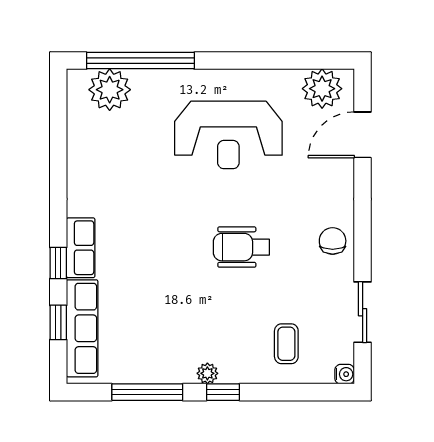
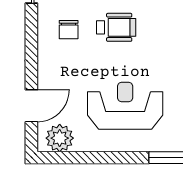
chair: (333, 241) -> (69, 30), moved

